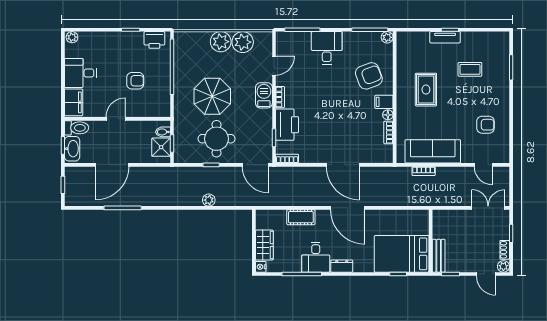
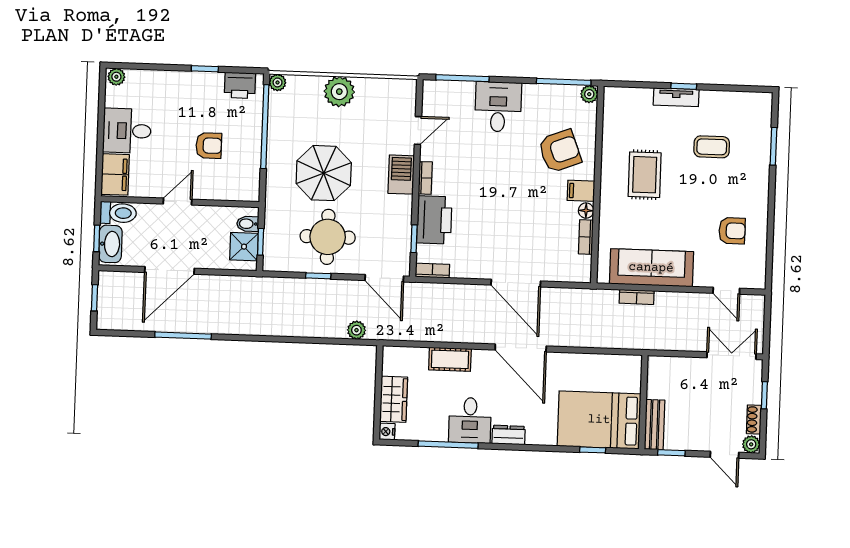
plant: (243, 42) -> (278, 82), moved, width x0.53, depth x0.53
plant: (209, 200) -> (356, 330), moved

